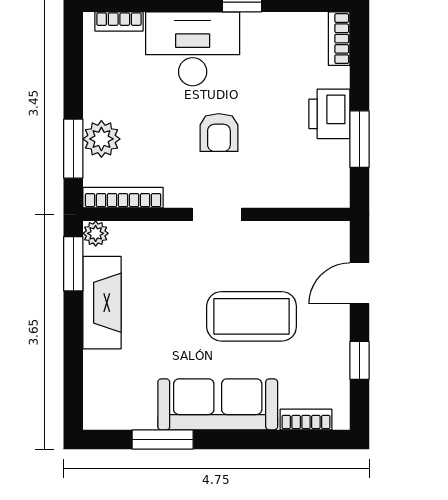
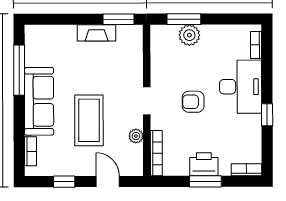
window: (359, 139) -> (205, 181), moved
bookcase: (123, 198) -> (156, 153), moved
plant: (96, 233) -> (136, 136), moved
fireplace: (102, 303) -> (97, 33), width x0.73, depth x0.76
window: (163, 439) -> (19, 70), width x1.44

